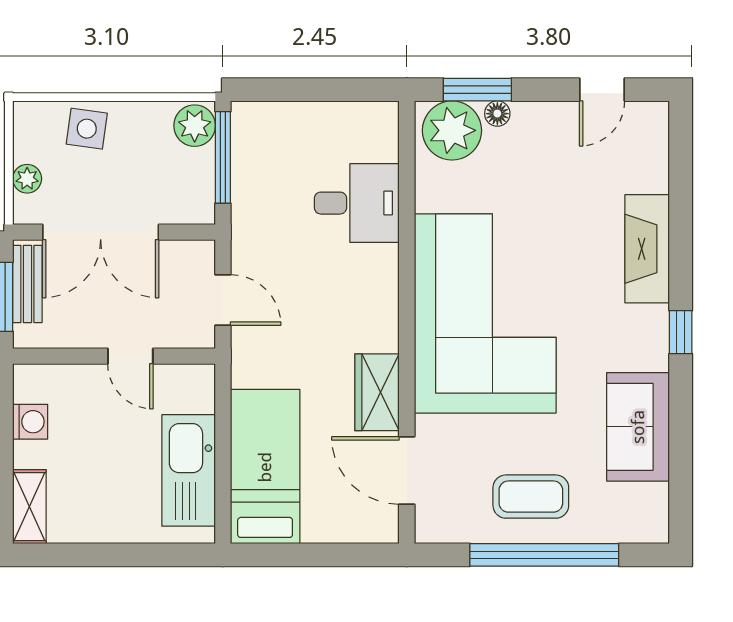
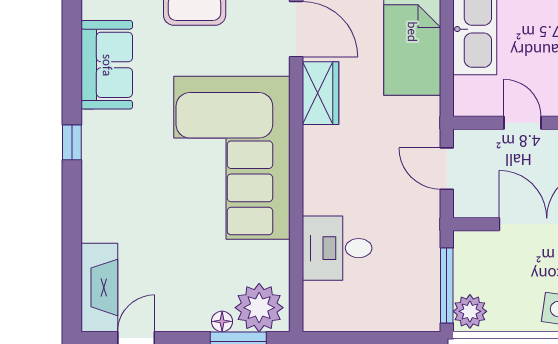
fireplace: (647, 249) -> (99, 287), moved

